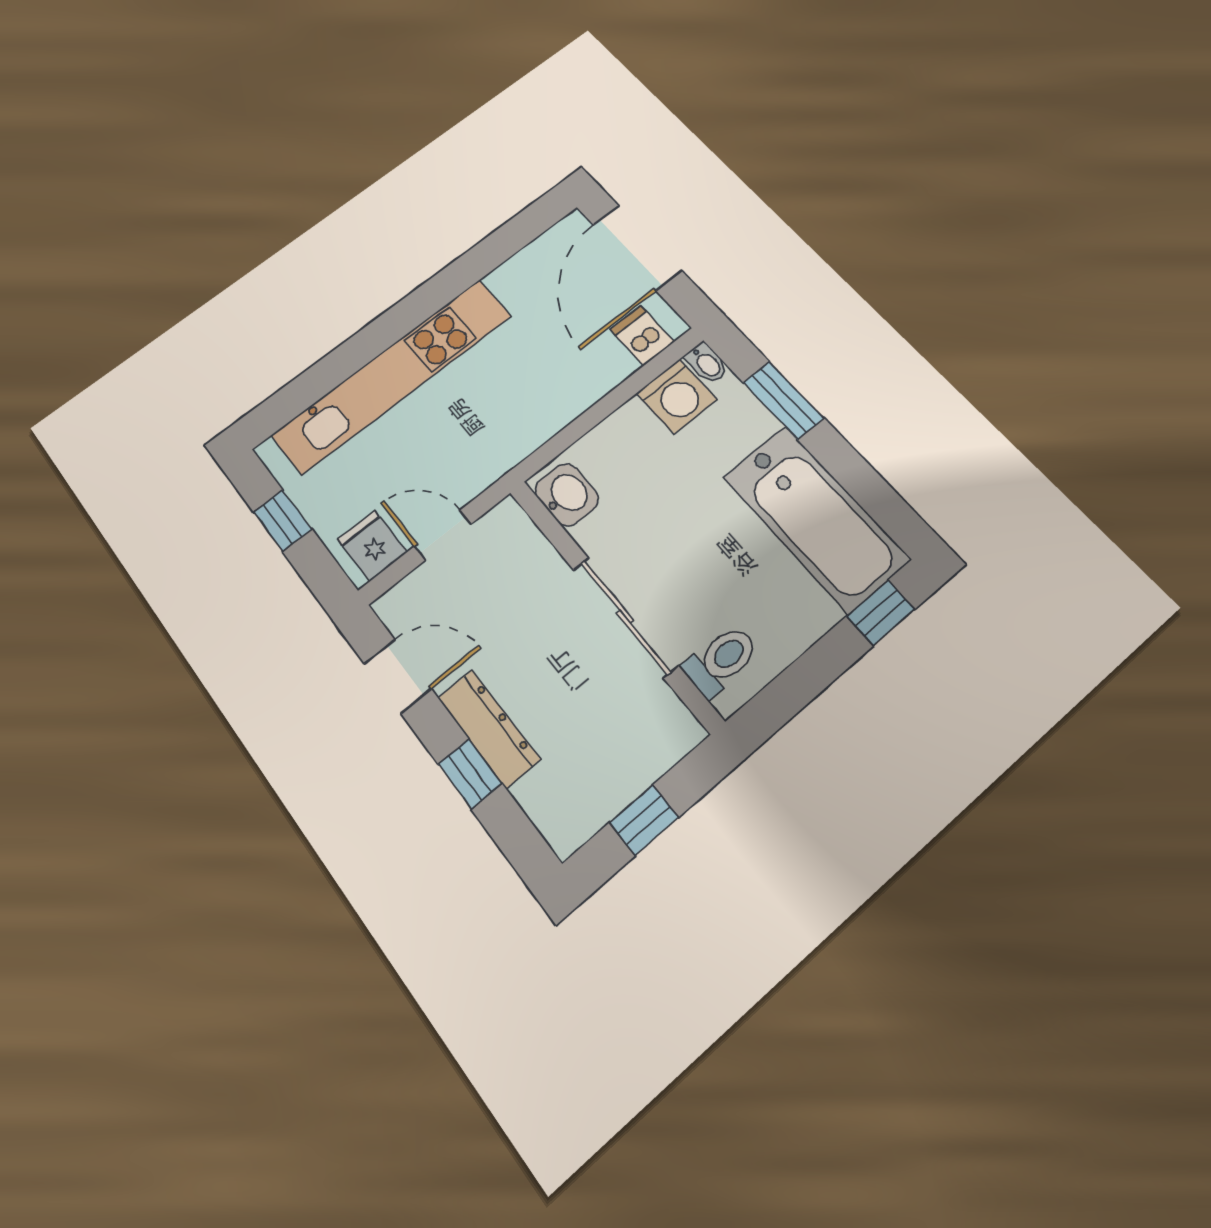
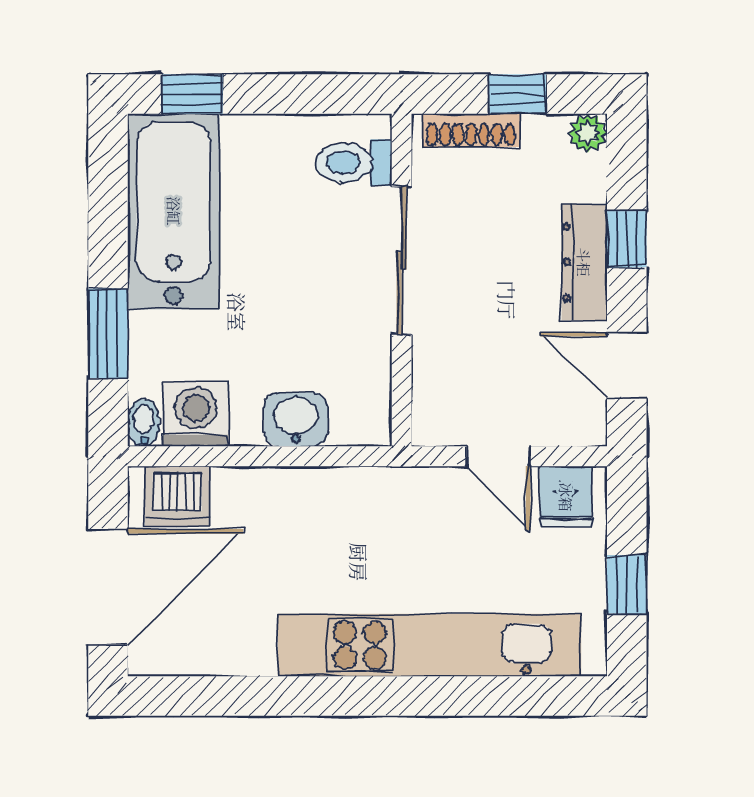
dishwasher: (642, 336) -> (177, 496), width x1.38
washbasin: (567, 495) -> (296, 419), moved, turned 90
shoe rack: (656, 760) -> (471, 130), added
plant: (565, 835) -> (588, 133), added

